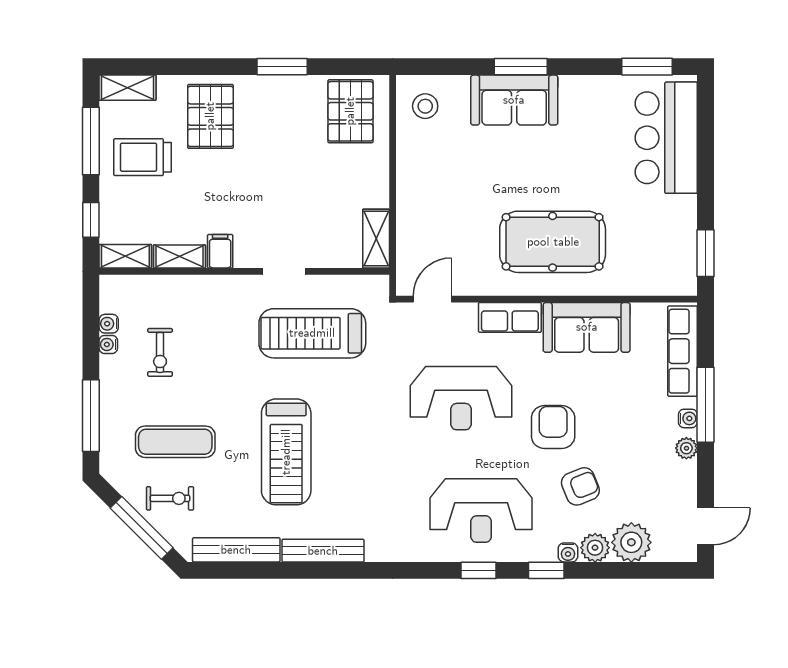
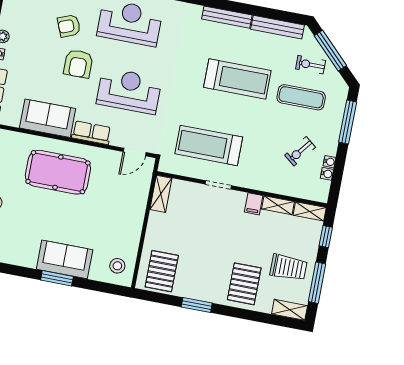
treadmill: (312, 333) -> (209, 145), turned 180
exercise bike: (160, 352) -> (300, 151), turned -142
treadmill: (286, 452) -> (237, 79), turned 90

